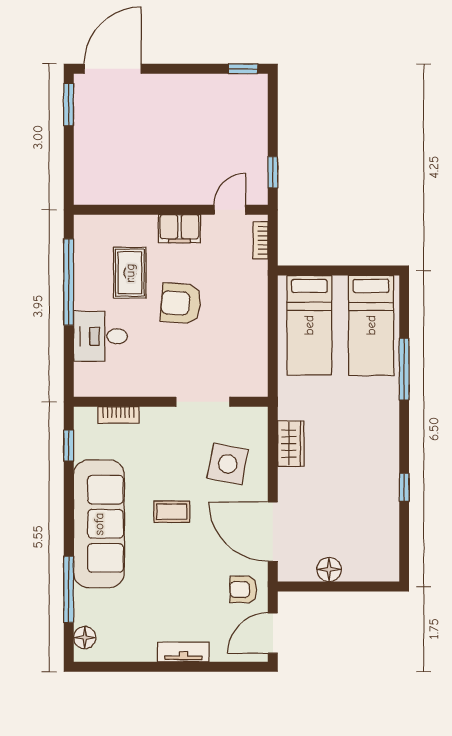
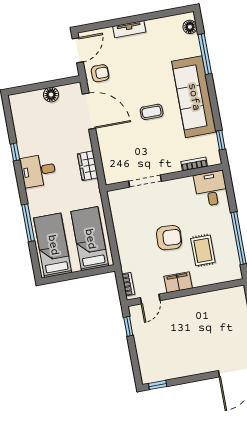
desk: (100, 336) -> (211, 189), moved, turned -90
desk: (372, 451) -> (38, 171), added
side table: (228, 464) -> (123, 147), removed

